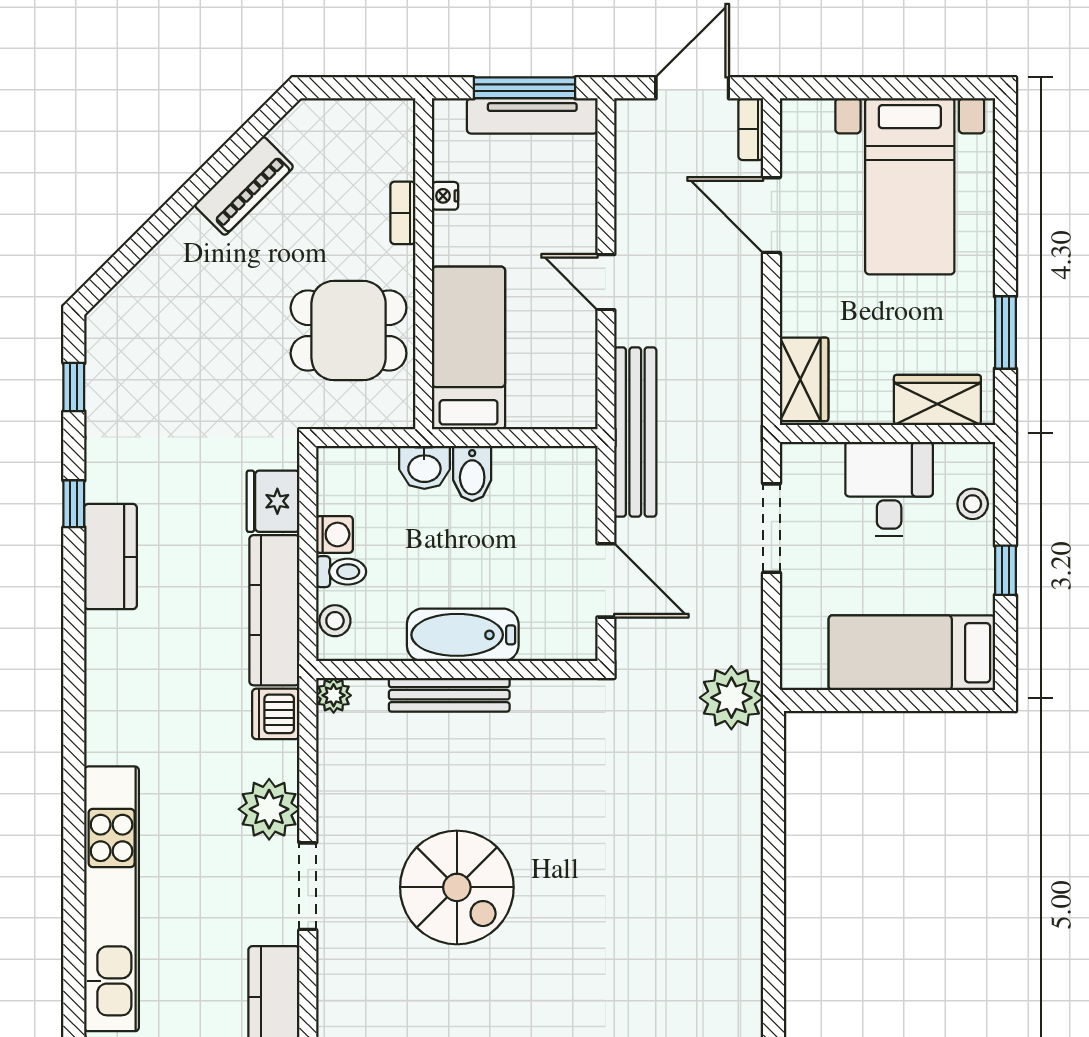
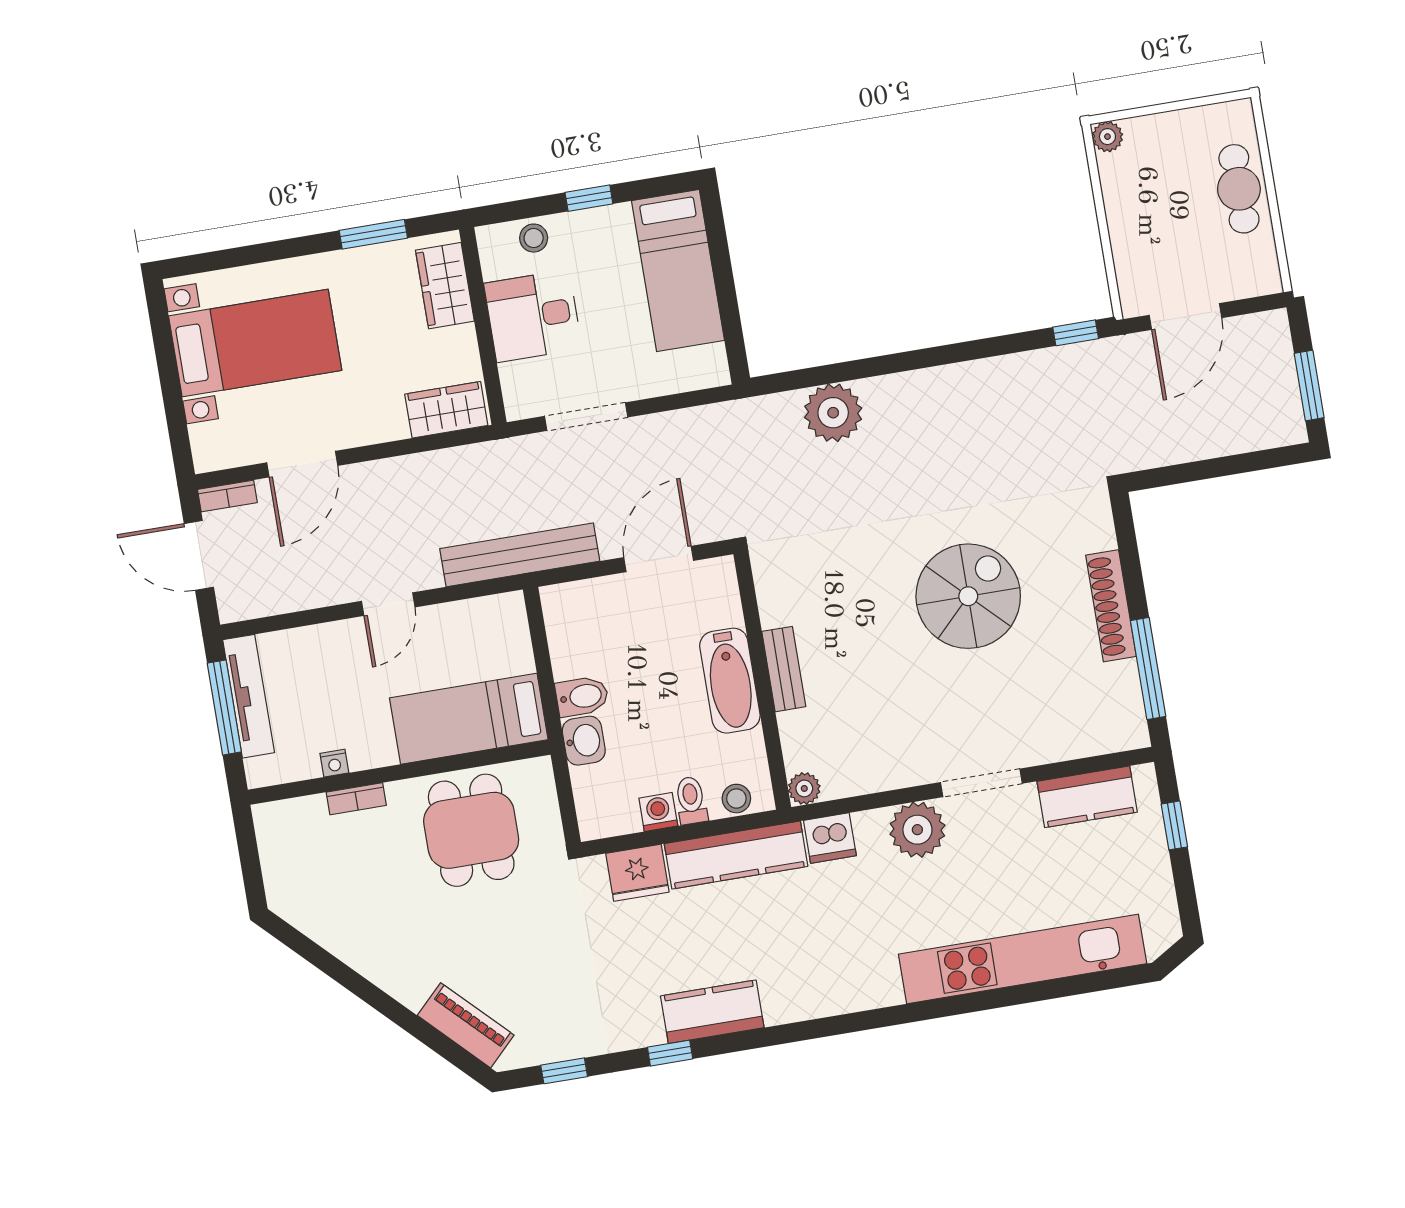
piano: (244, 186) -> (466, 1025), moved
bench: (449, 695) -> (784, 669), width x0.73
plant: (731, 698) -> (833, 413), moved
spiral stairs: (457, 887) -> (968, 596), moved

